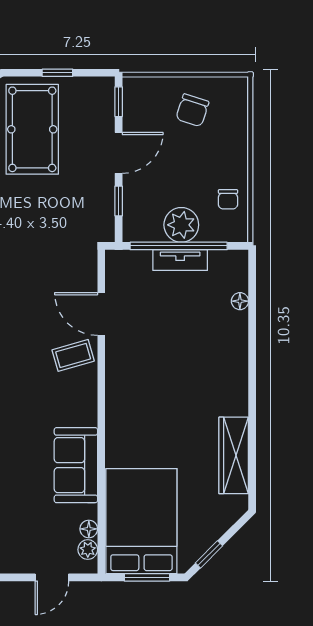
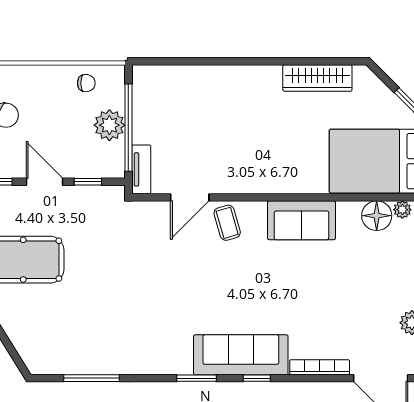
tv unit: (180, 260) -> (141, 169), moved
floor lamp: (240, 301) -> (178, 72), removed
sofa: (76, 465) -> (301, 220), moved
floor lamp: (89, 529) -> (377, 216), width x1.89, depth x1.89

